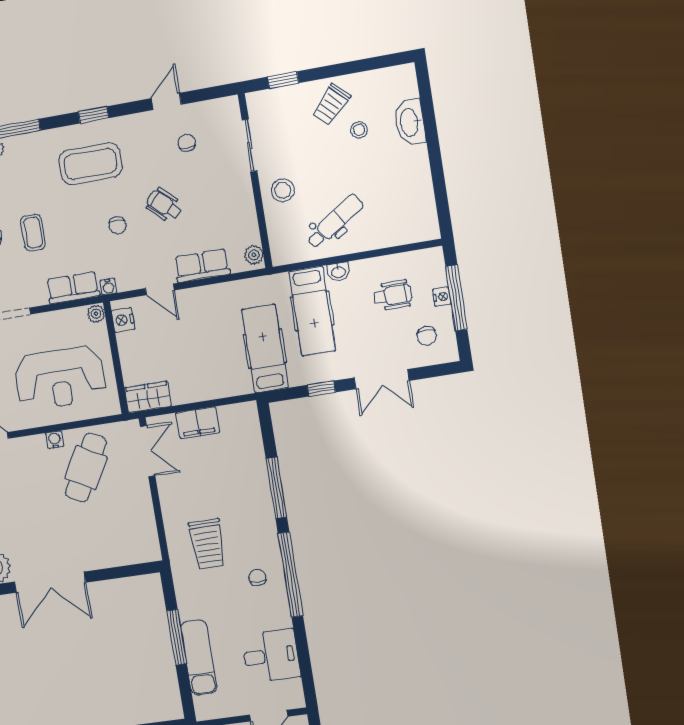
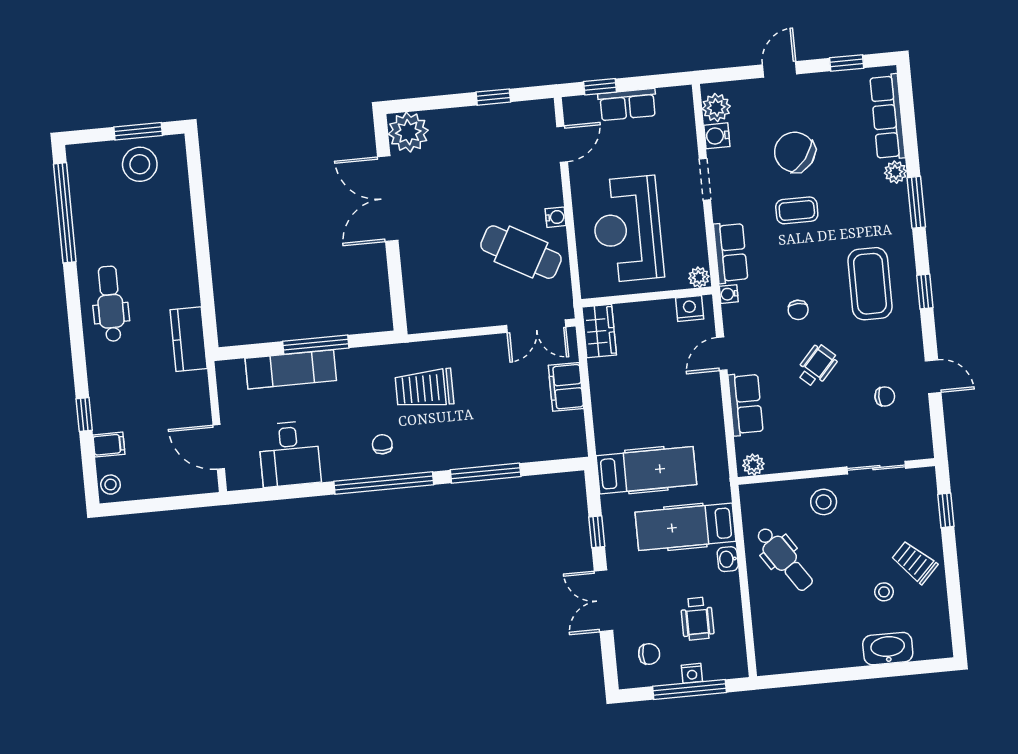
chair: (117, 225) -> (798, 310), turned -90
chair: (427, 336) -> (649, 654), turned 180
chair: (257, 578) -> (382, 444), turned -89

